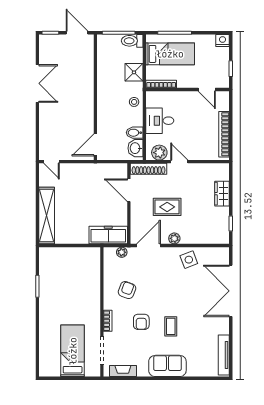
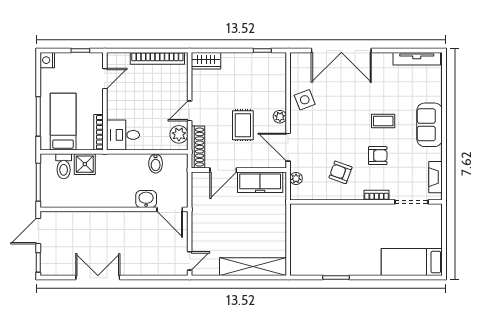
toilet: (132, 41) -> (64, 166), moved
stool: (134, 102) -> (119, 164), removed
desk: (160, 121) -> (123, 135), moved, turned 90
washbasin: (135, 148) -> (146, 199), moved, turned 180
wardrobe: (222, 194) -> (206, 61), moved
freezer: (108, 235) -> (260, 182), moved, turned -90
bed: (73, 351) -> (412, 262), moved

